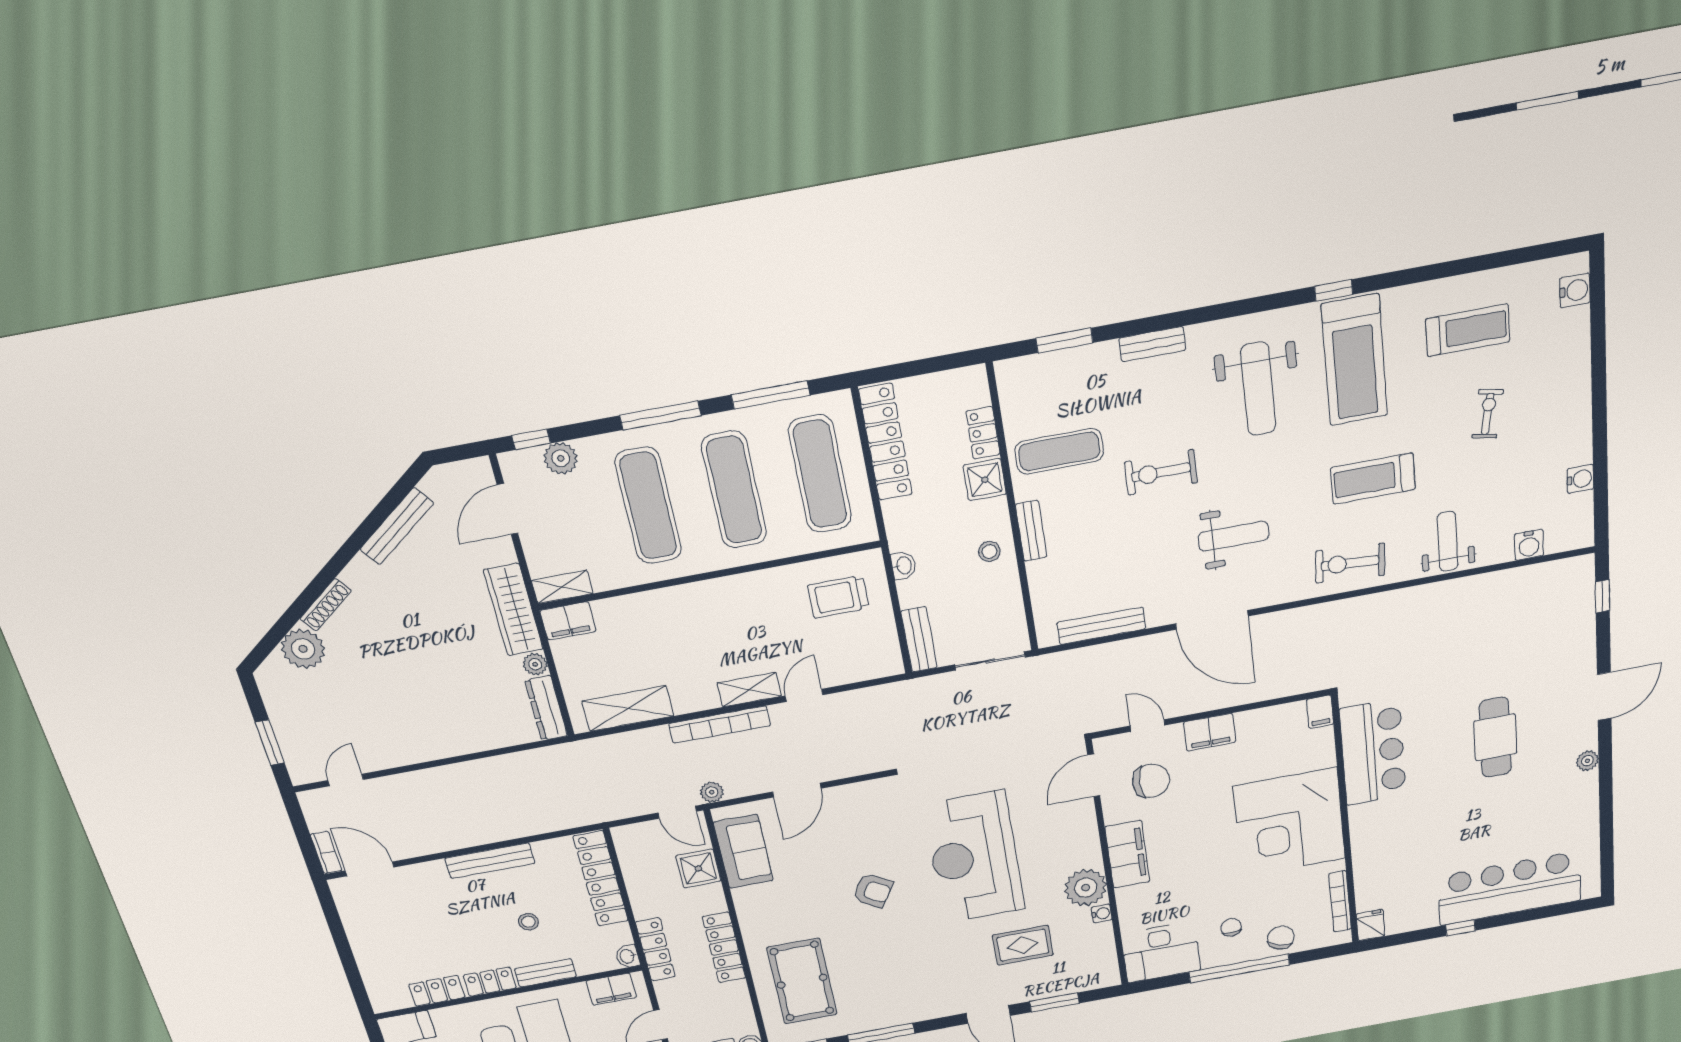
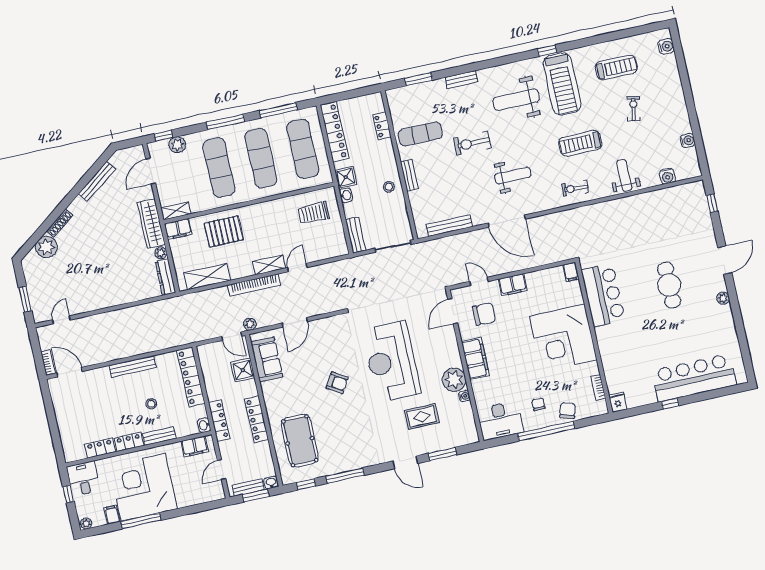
weight bench: (1258, 389) -> (516, 100), turned 90
shower: (985, 480) -> (346, 177), moved
exercise bike: (1350, 563) -> (575, 188), width x0.73, depth x0.72
pallet: (660, 627) -> (224, 231), added
bookcase: (1340, 901) -> (598, 387), width x0.64

